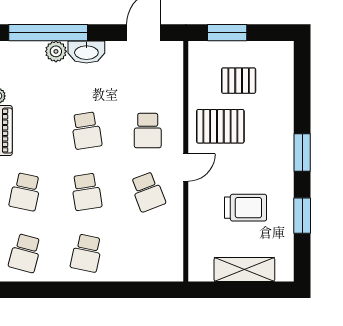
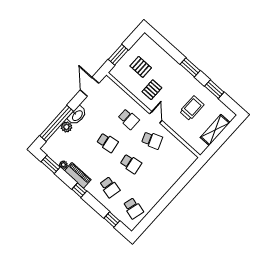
pallet: (239, 81) -> (141, 67), turned 90
pallet: (220, 126) -> (152, 90), width x0.67, depth x0.71
school desk: (86, 253) -> (154, 185), removed

